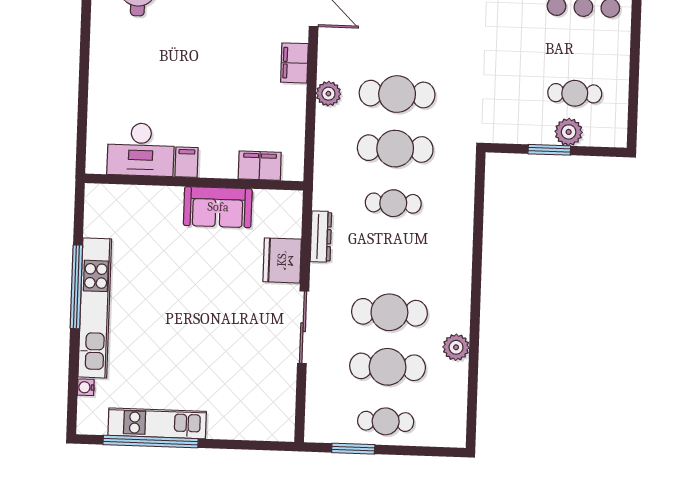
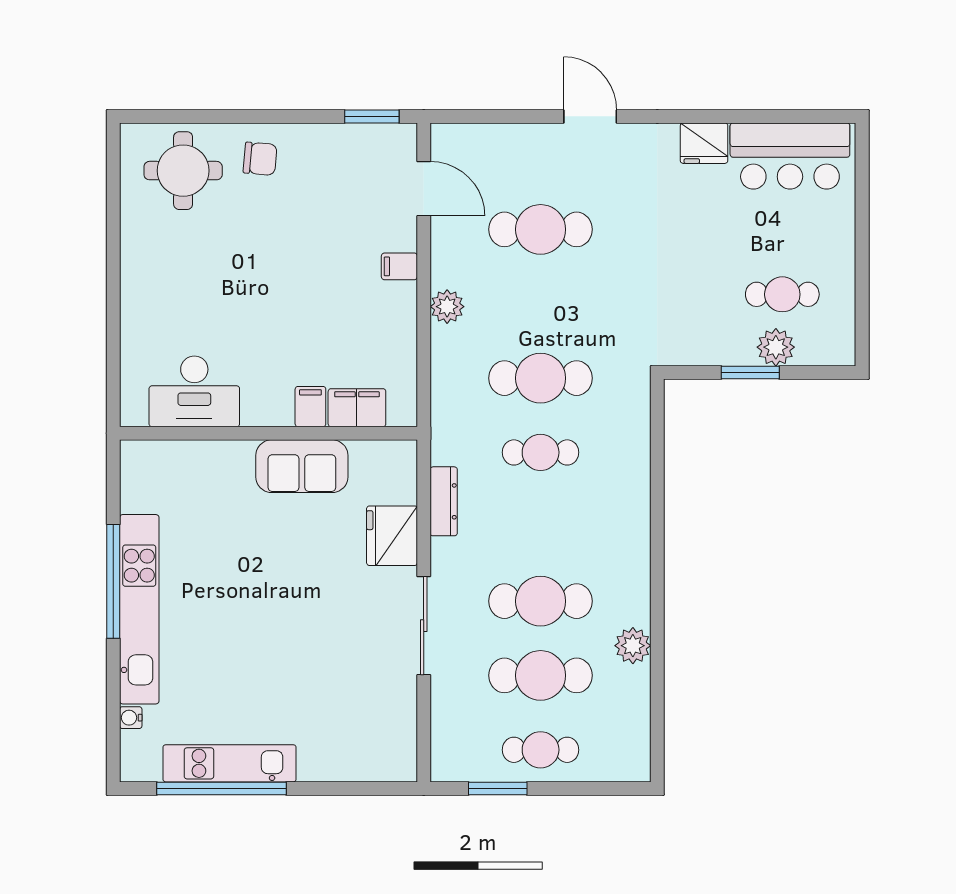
filing cabinet: (294, 63) -> (399, 266), width x0.50
cafe table: (397, 94) -> (541, 229), moved
filing cabinet: (187, 162) -> (310, 407), moved

